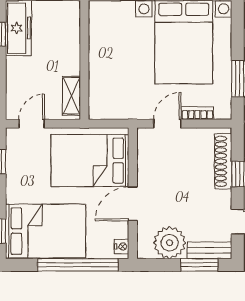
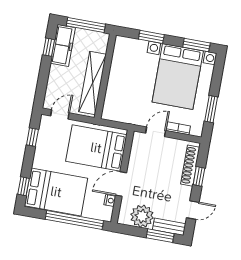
shelving: (71, 96) -> (93, 83), width x2.20, depth x1.33
nightstand: (122, 247) -> (110, 200), moved

